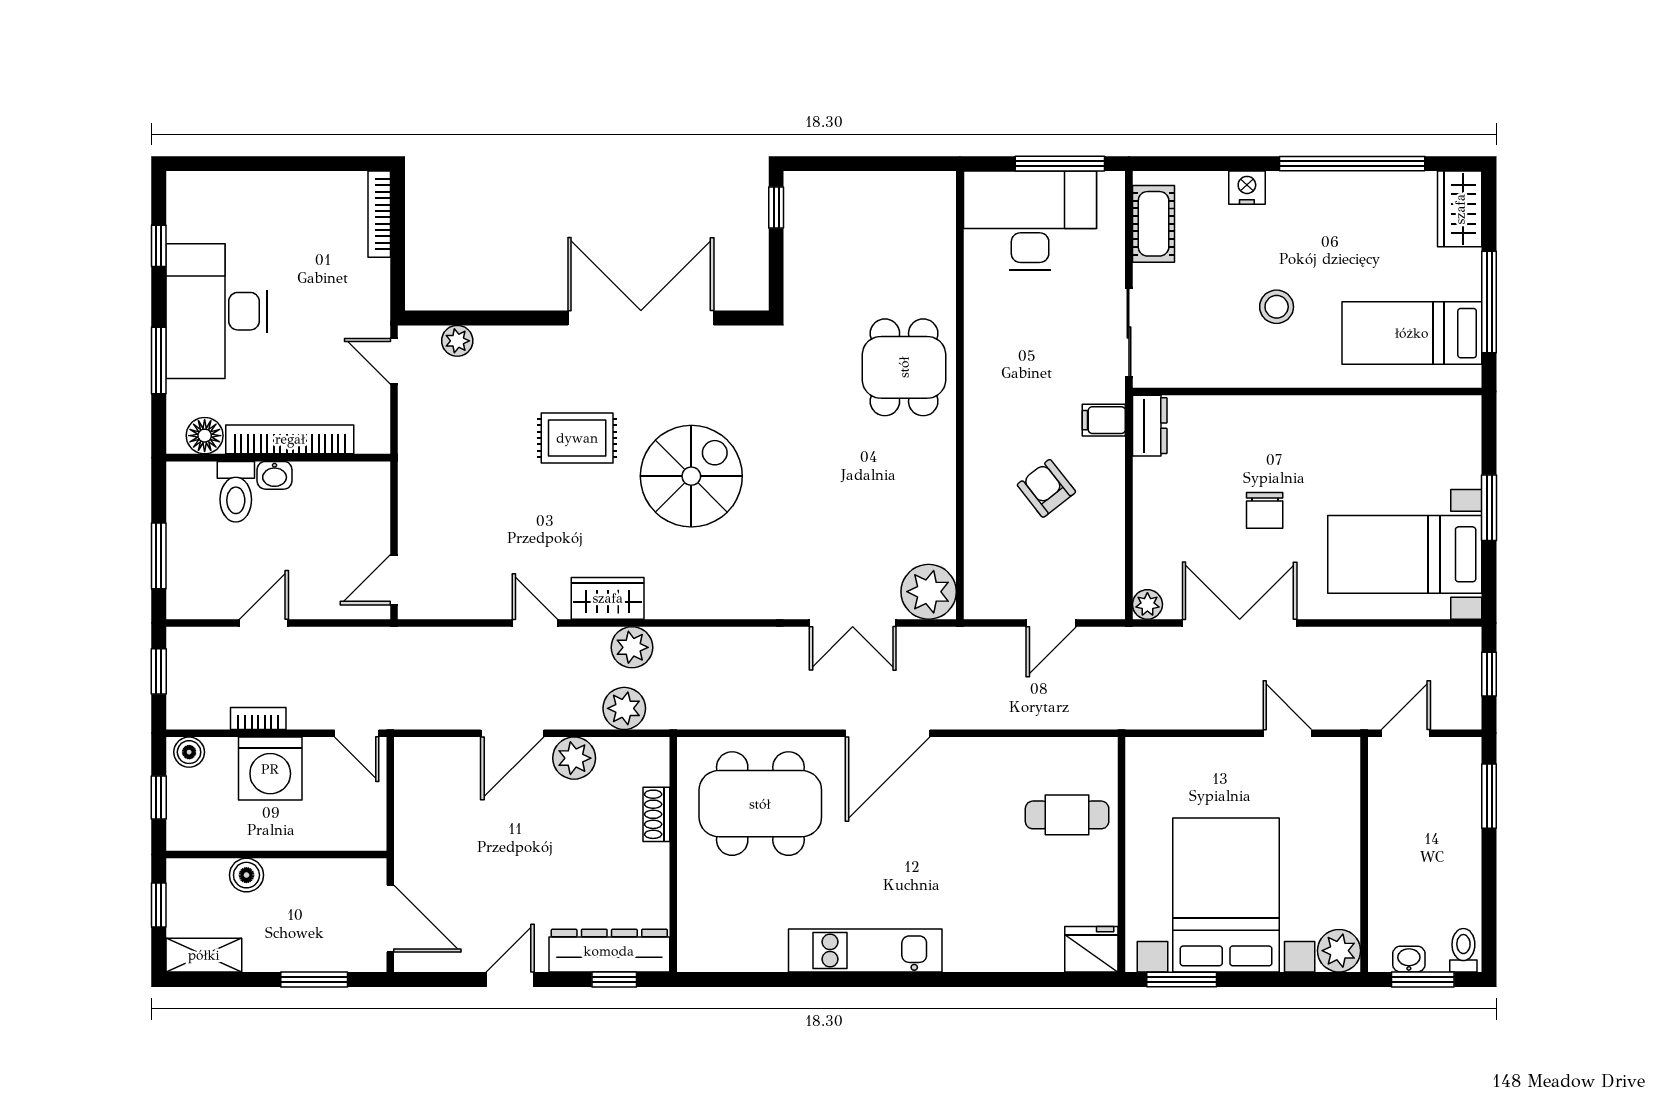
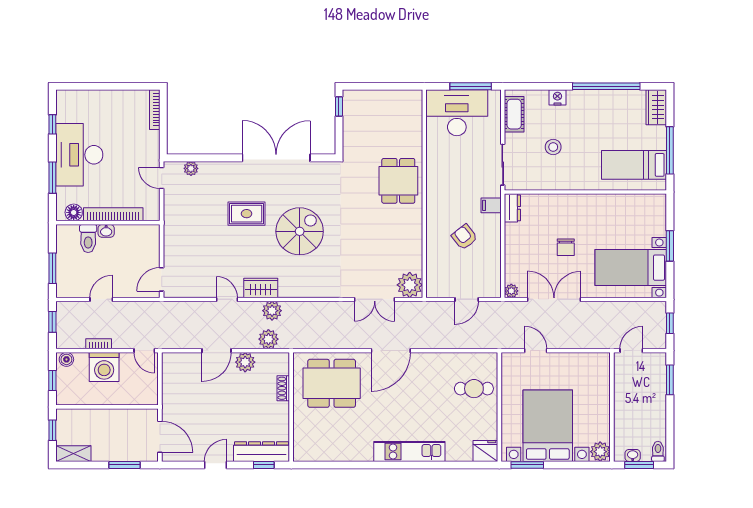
stool: (1277, 307) -> (553, 147), moved
door: (1287, 733) -> (536, 351), moved
boiler: (246, 875) -> (93, 416), removed
kitchen unit: (865, 951) -> (409, 451), moved

